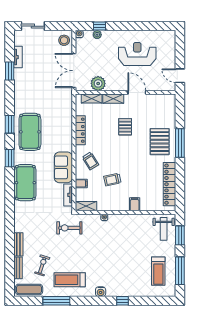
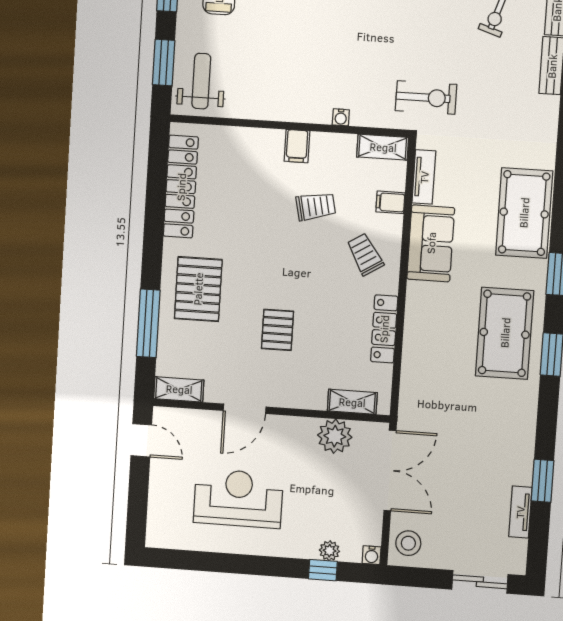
reception desk: (137, 54) -> (238, 498), turned 180
door: (137, 92) -> (245, 409), hinge flipped
shelving: (113, 99) -> (179, 389), moved
window: (180, 143) -> (148, 323), moved
filing cabinet: (135, 204) -> (297, 146), moved

